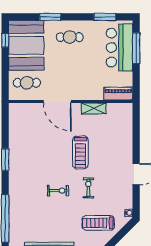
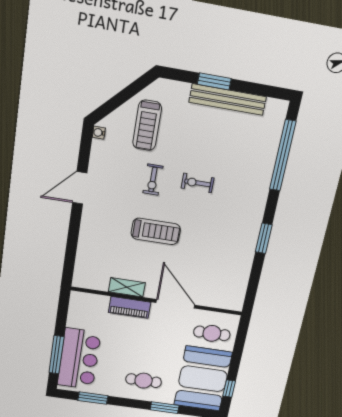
piano: (118, 94) -> (130, 307), moved
treadmill: (80, 152) -> (156, 231), turned 90
treadmill: (98, 223) -> (147, 125), turned 90

